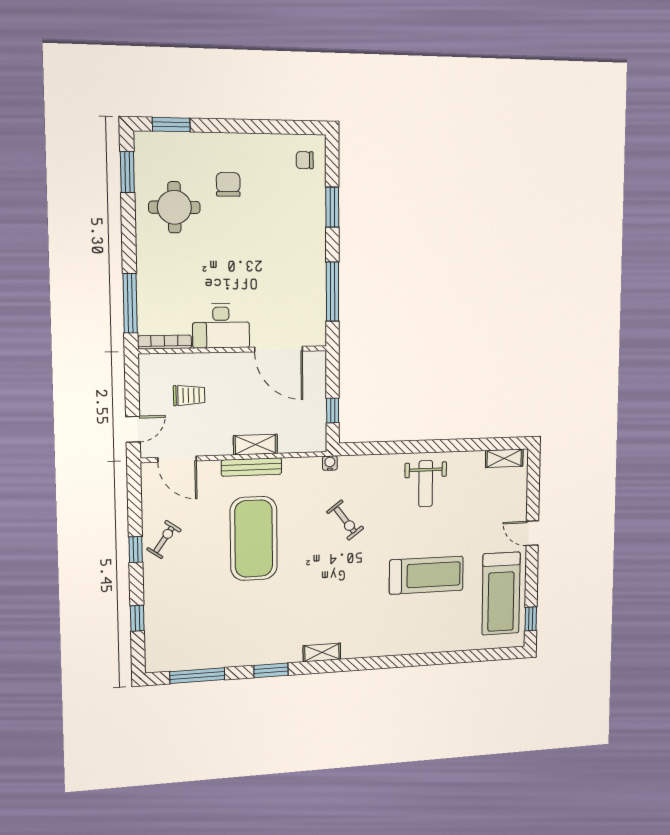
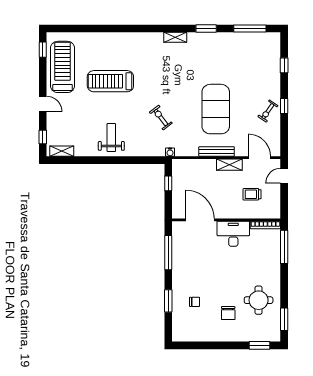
chair: (305, 160) -> (195, 302), moved
shelving: (255, 445) -> (229, 165), moved
window: (533, 480) -> (43, 137), added

